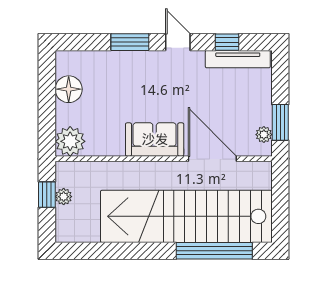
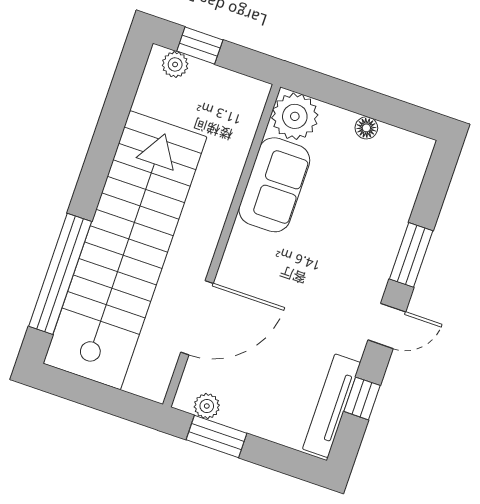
floor lamp: (69, 89) -> (366, 128), width x0.53, depth x0.53
sofa: (155, 139) -> (274, 185), moved
window: (47, 195) -> (200, 46), moved
plant: (64, 197) -> (175, 64), moved

